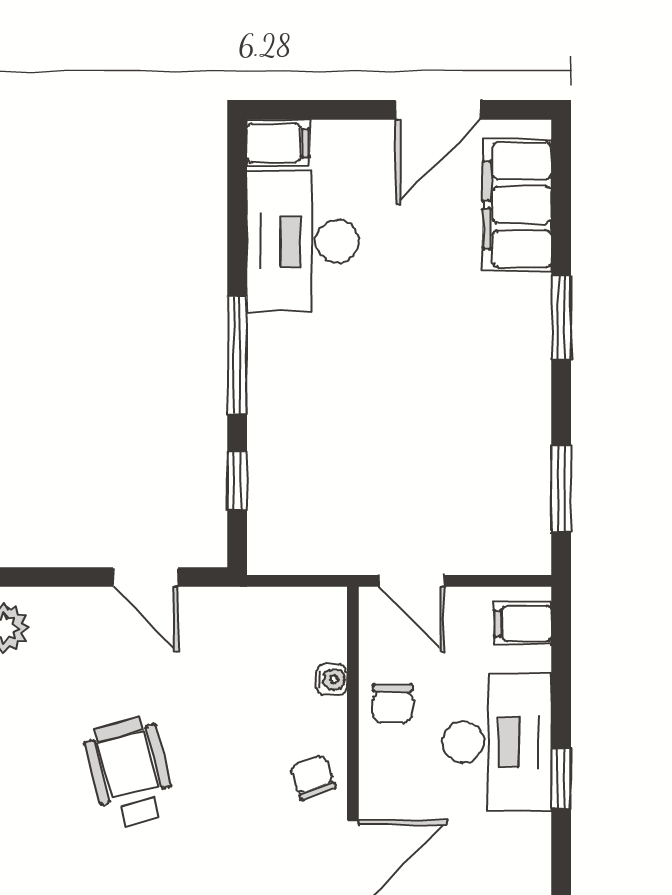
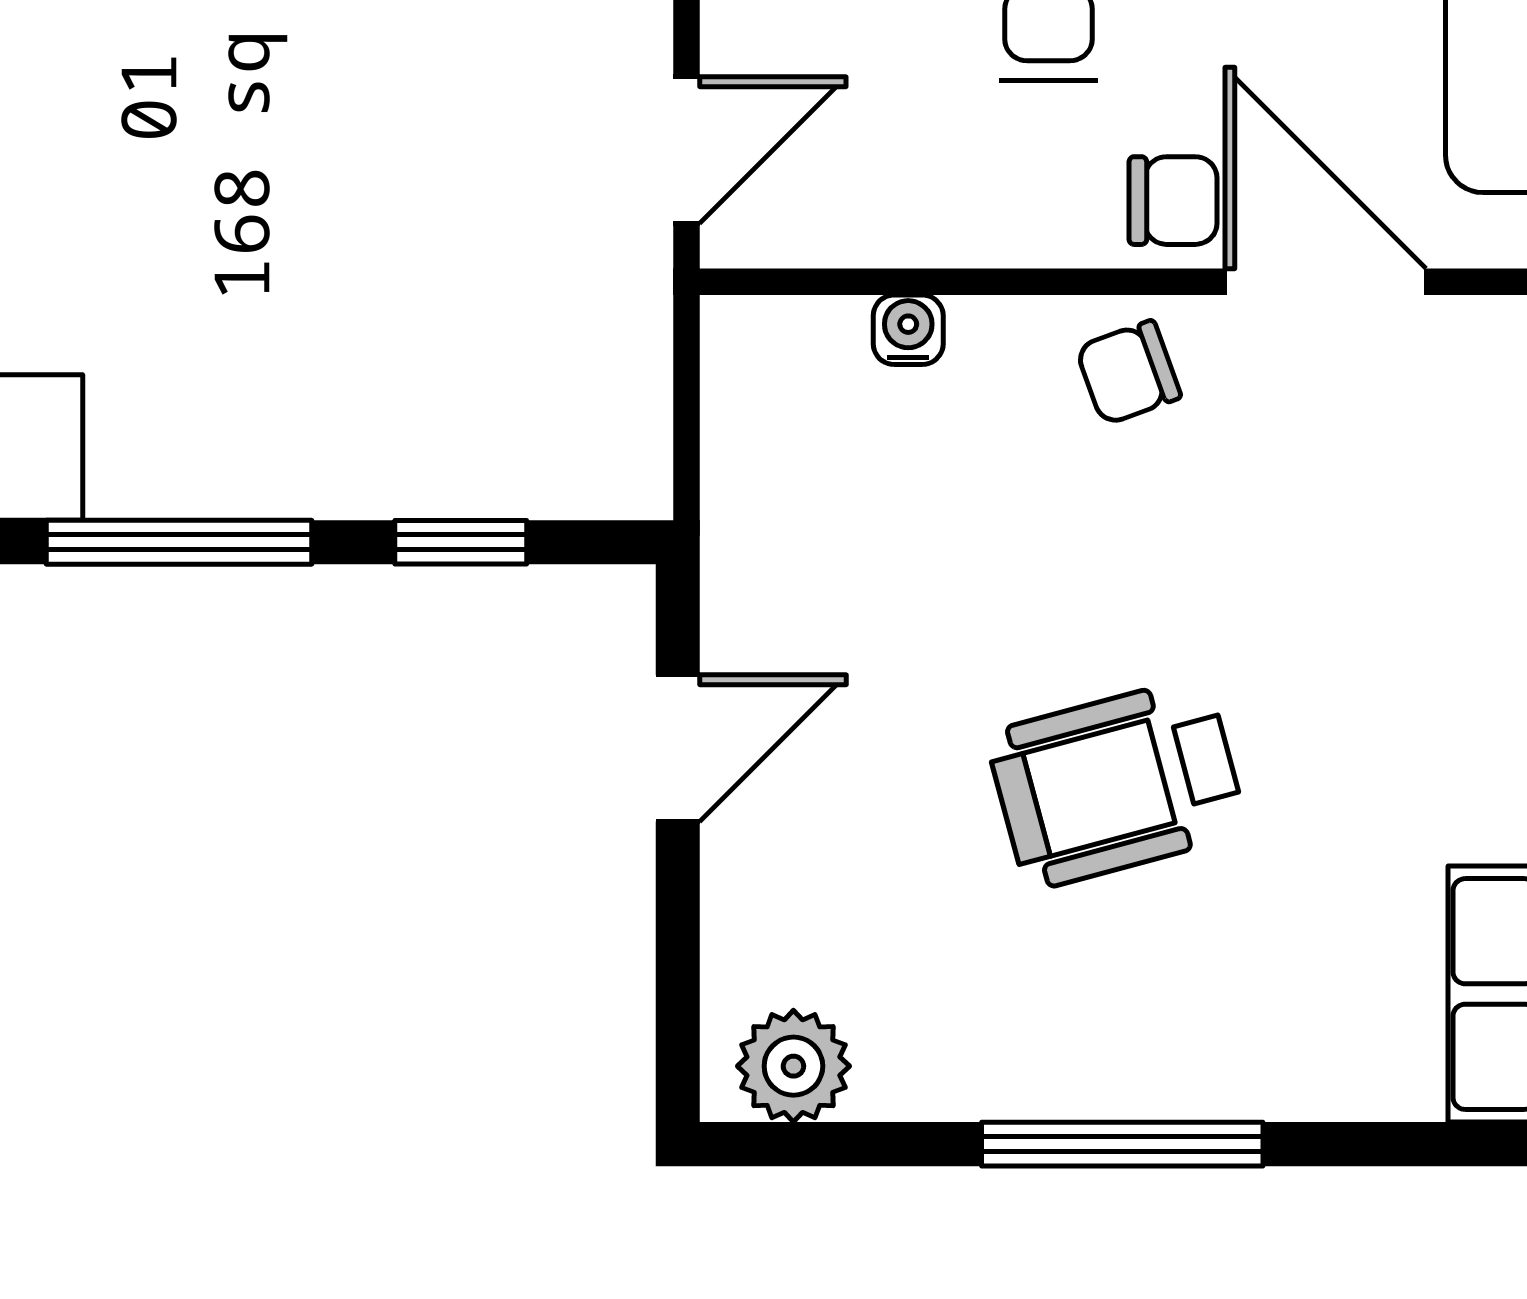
chair: (392, 703) -> (1173, 201), moved

